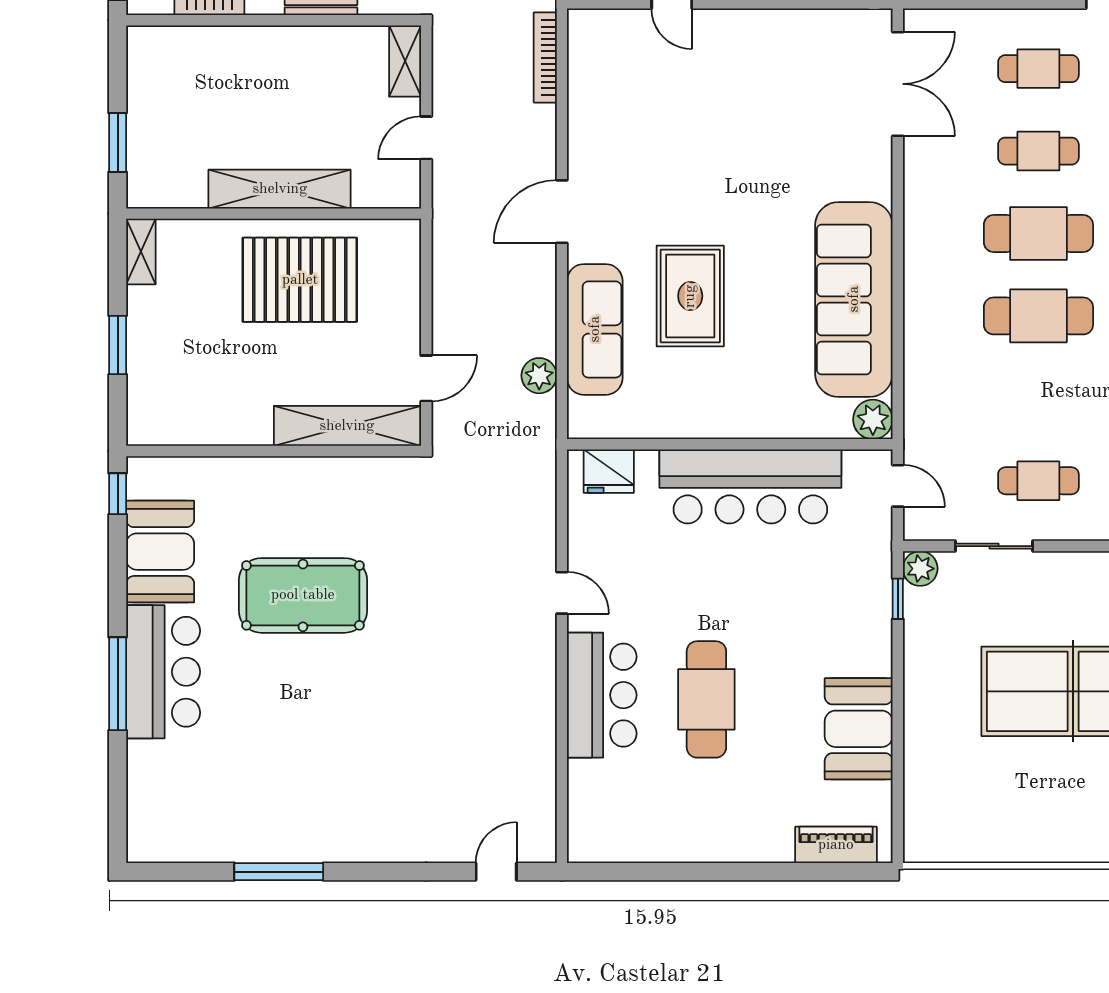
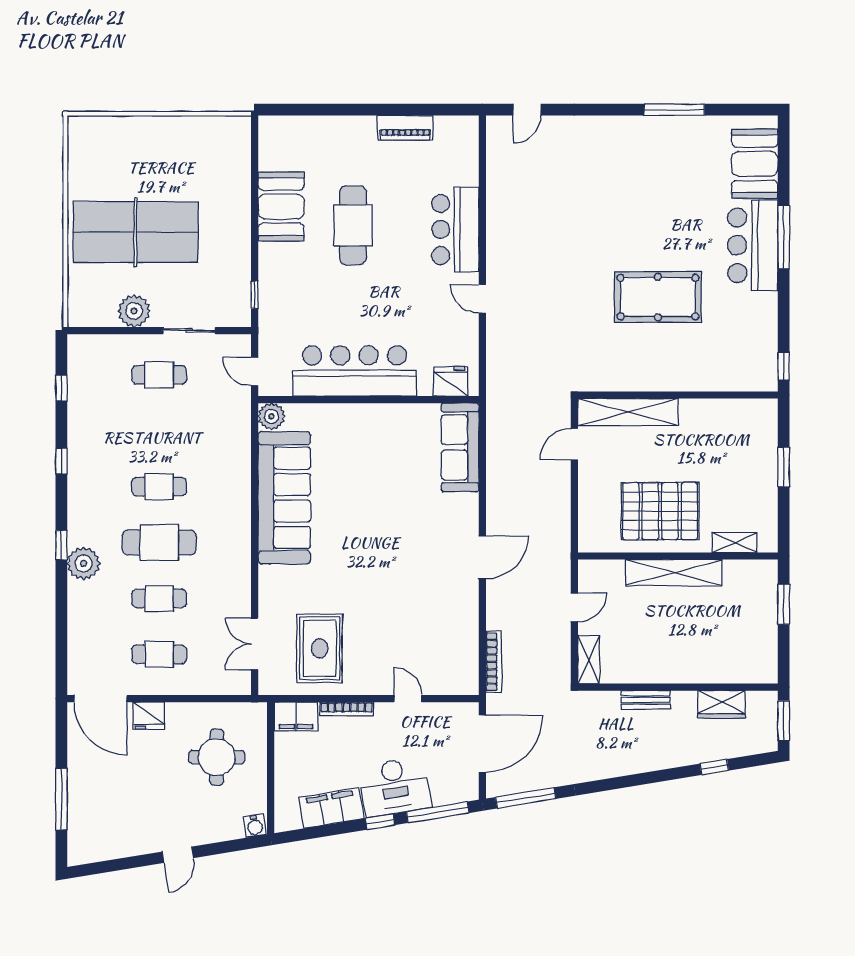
double door: (898, 84) -> (255, 644), width x0.73
shelving: (141, 252) -> (734, 542), moved, turned 90
rug: (690, 296) -> (320, 648), moved
cafe table: (1038, 316) -> (159, 487), width x0.73, depth x0.74
sofa: (595, 329) -> (460, 447), moved
plant: (539, 376) -> (498, 446), removed
booth: (160, 552) -> (755, 164), moved
plant: (920, 569) -> (134, 311), moved, width x1.36, depth x1.36
cafe table: (706, 699) -> (353, 225), moved
piano: (836, 845) -> (405, 128), moved

